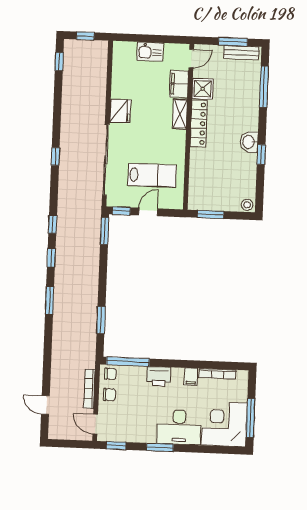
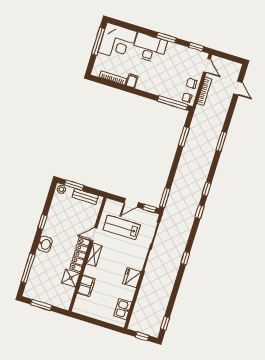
kitchen sink: (150, 52) -> (123, 309), moved, turned -90
bench: (241, 53) -> (85, 196), moved
door: (191, 59) -> (94, 234), moved
shelving: (180, 114) -> (94, 255), moved
washbasin: (249, 142) -> (45, 244), moved
window: (210, 214) -> (74, 185), moved
window: (50, 300) -> (221, 142), moved
printer: (159, 376) -> (154, 87), removed

